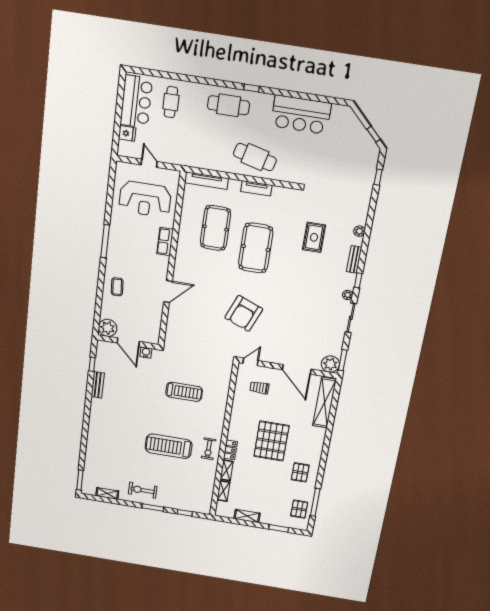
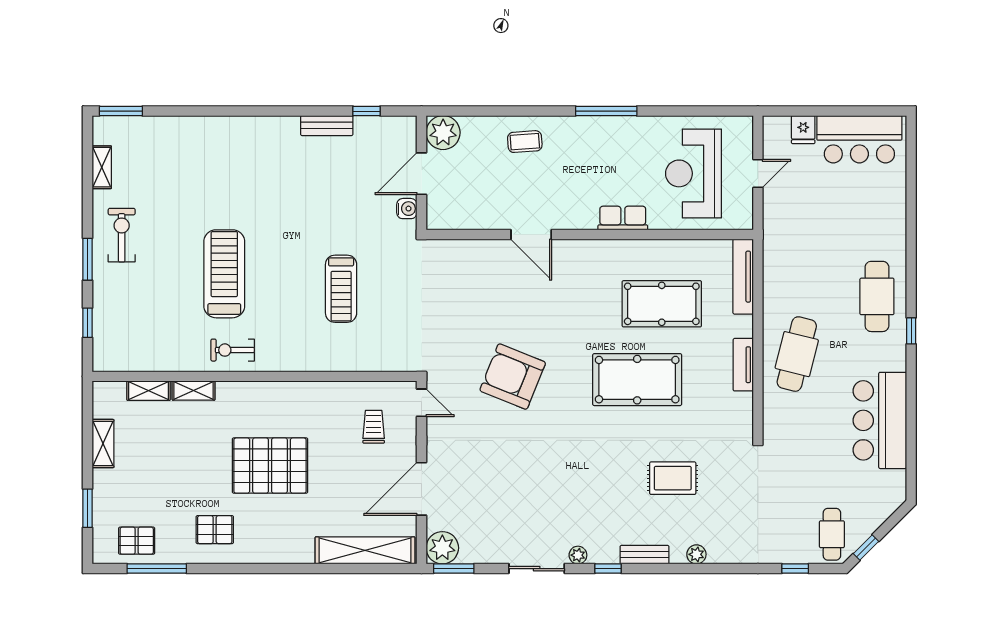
cafe table: (171, 102) -> (832, 534), moved, turned 90
locker: (230, 450) -> (238, 392), removed

